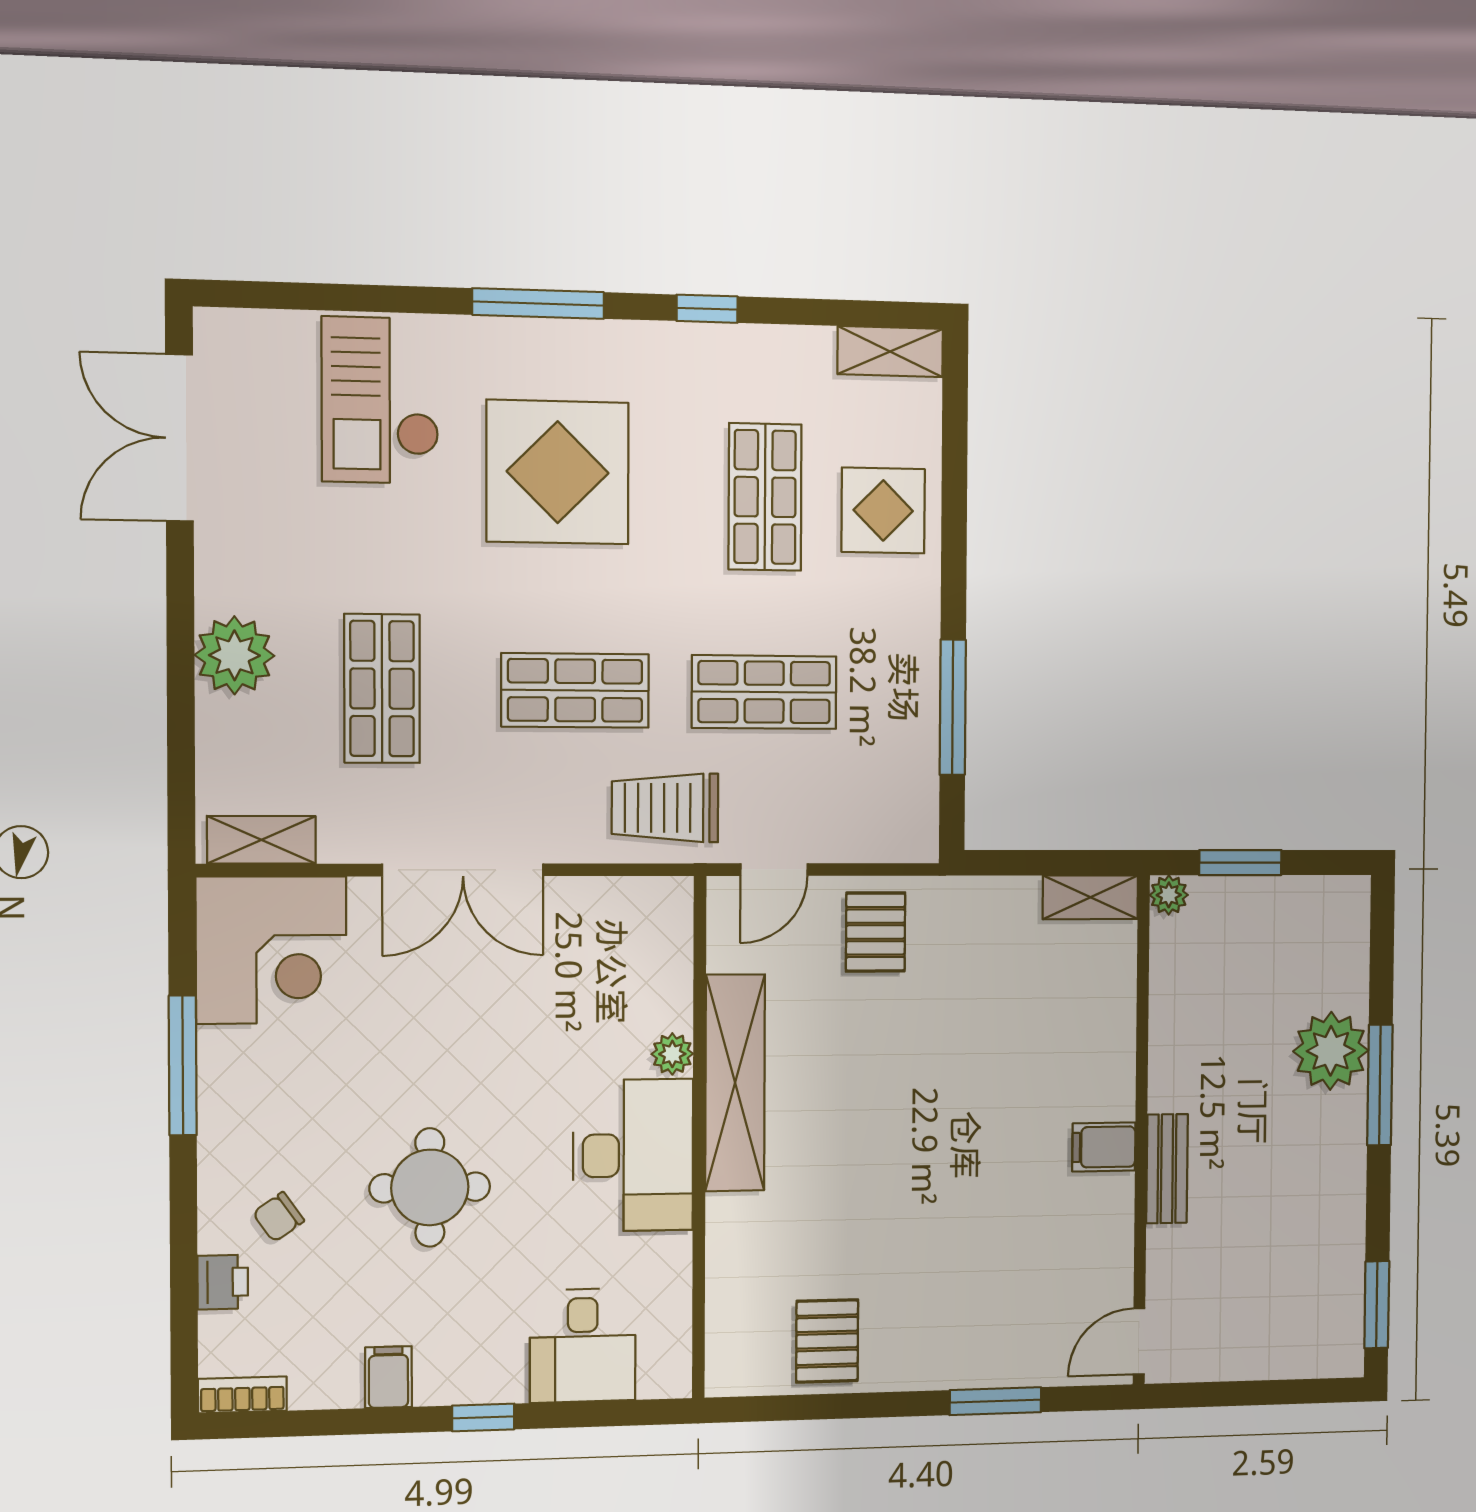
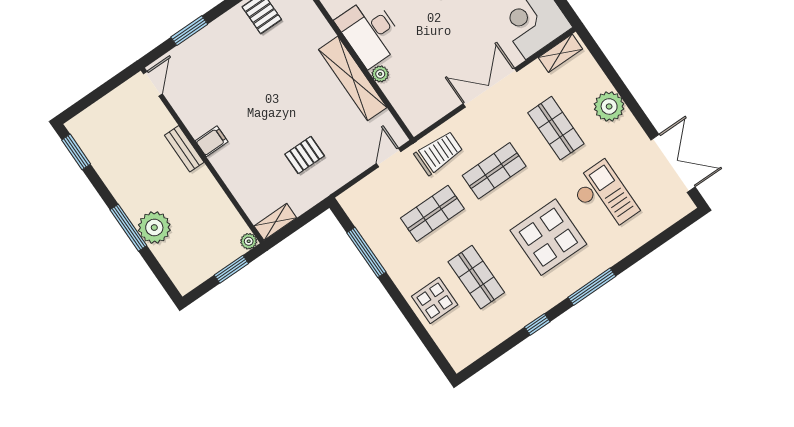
shelving: (890, 352) -> (469, 354), removed
checkout: (380, 400) -> (604, 197), moved
pallet: (876, 932) -> (305, 155), moved, turned 90

